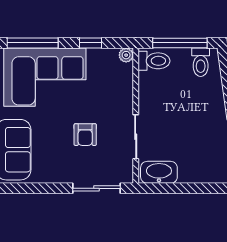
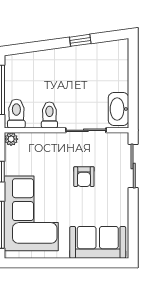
toilet: (201, 62) -> (49, 115), moved, turned -90
armchair: (85, 135) -> (84, 177), turned 90

